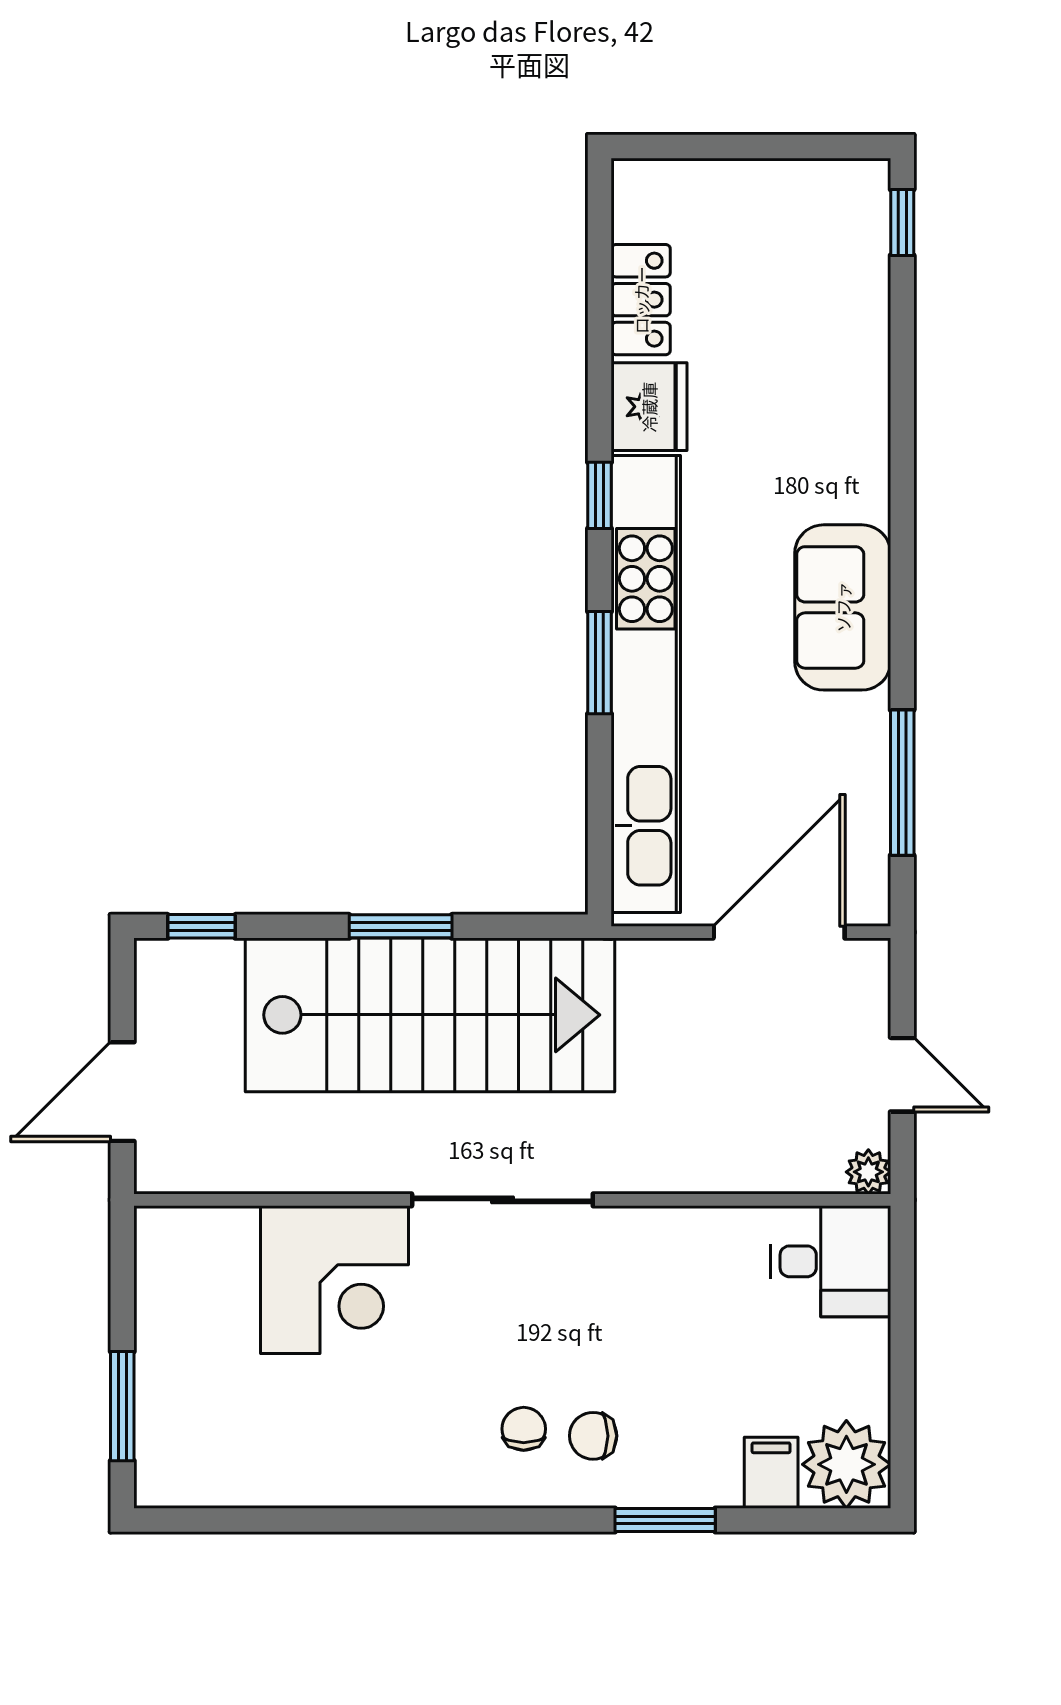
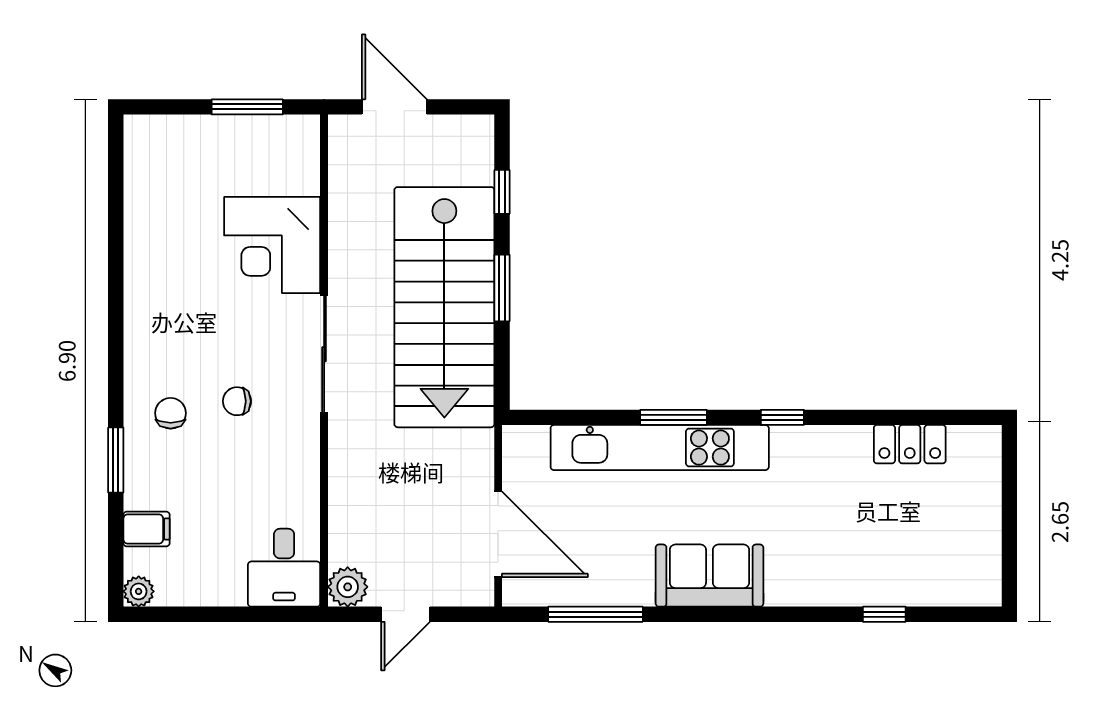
window: (902, 222) -> (884, 614), moved
fridge: (649, 407) -> (840, 450), removed
kitchen unit: (646, 684) -> (660, 448), width x0.73
window: (201, 926) -> (502, 192), moved
plant: (868, 1172) -> (348, 587), width x1.38, depth x1.38
window: (122, 1406) -> (247, 107), moved
chair: (524, 1429) -> (237, 401), moved, turned 180
plant: (846, 1464) -> (139, 591), width x0.53, depth x0.53

